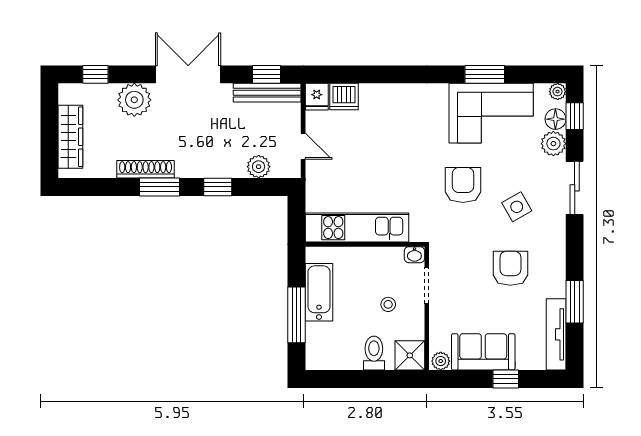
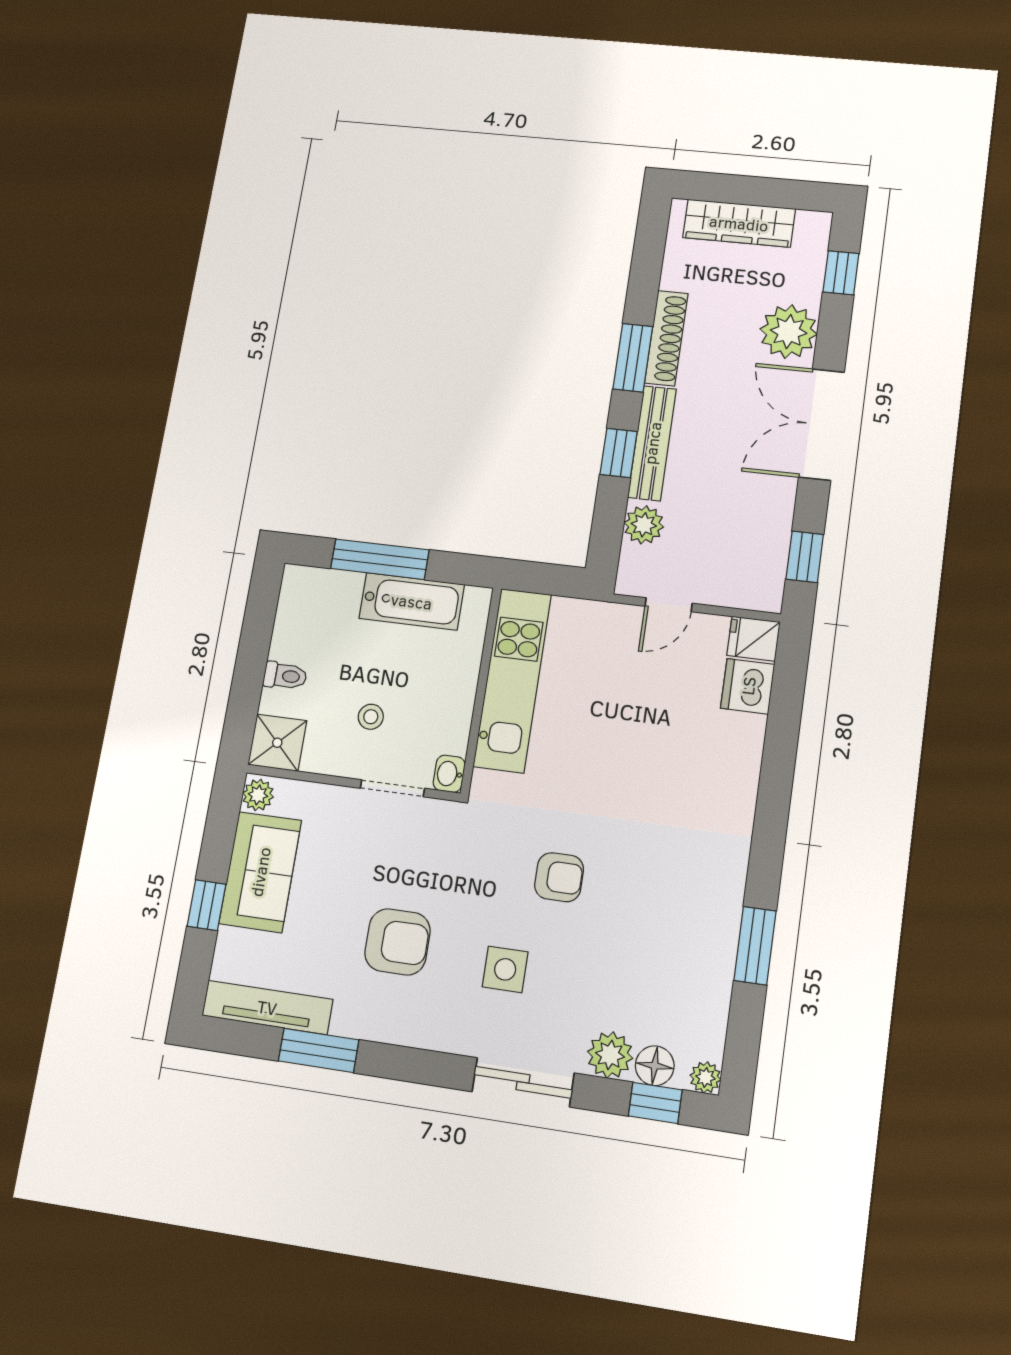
double door: (188, 74) -> (822, 424), swing flipped
bench: (267, 93) -> (652, 443), moved
corner sofa: (491, 113) -> (682, 947), removed
armchair: (463, 185) -> (559, 877), width x0.72, depth x0.72
side table: (517, 207) -> (505, 969), turned 30
toilet: (374, 353) -> (285, 676), width x0.73, depth x0.72

